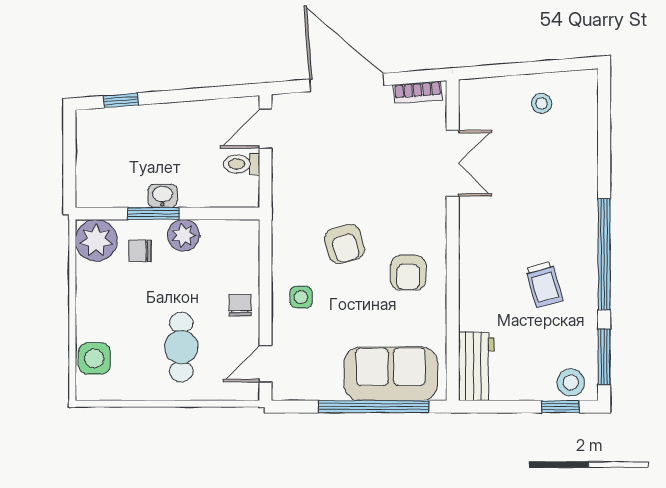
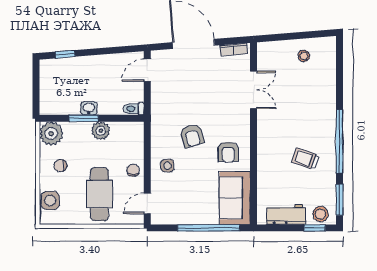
toilet: (242, 164) -> (134, 109), moved
chair: (140, 251) -> (60, 166), moved
trolley: (544, 285) -> (305, 159), turned 125
cafe table: (181, 347) -> (99, 194), width x1.37, depth x1.35
workbench: (476, 366) -> (286, 214), moved, turned -90
sofa: (391, 374) -> (235, 198), moved, turned -90

